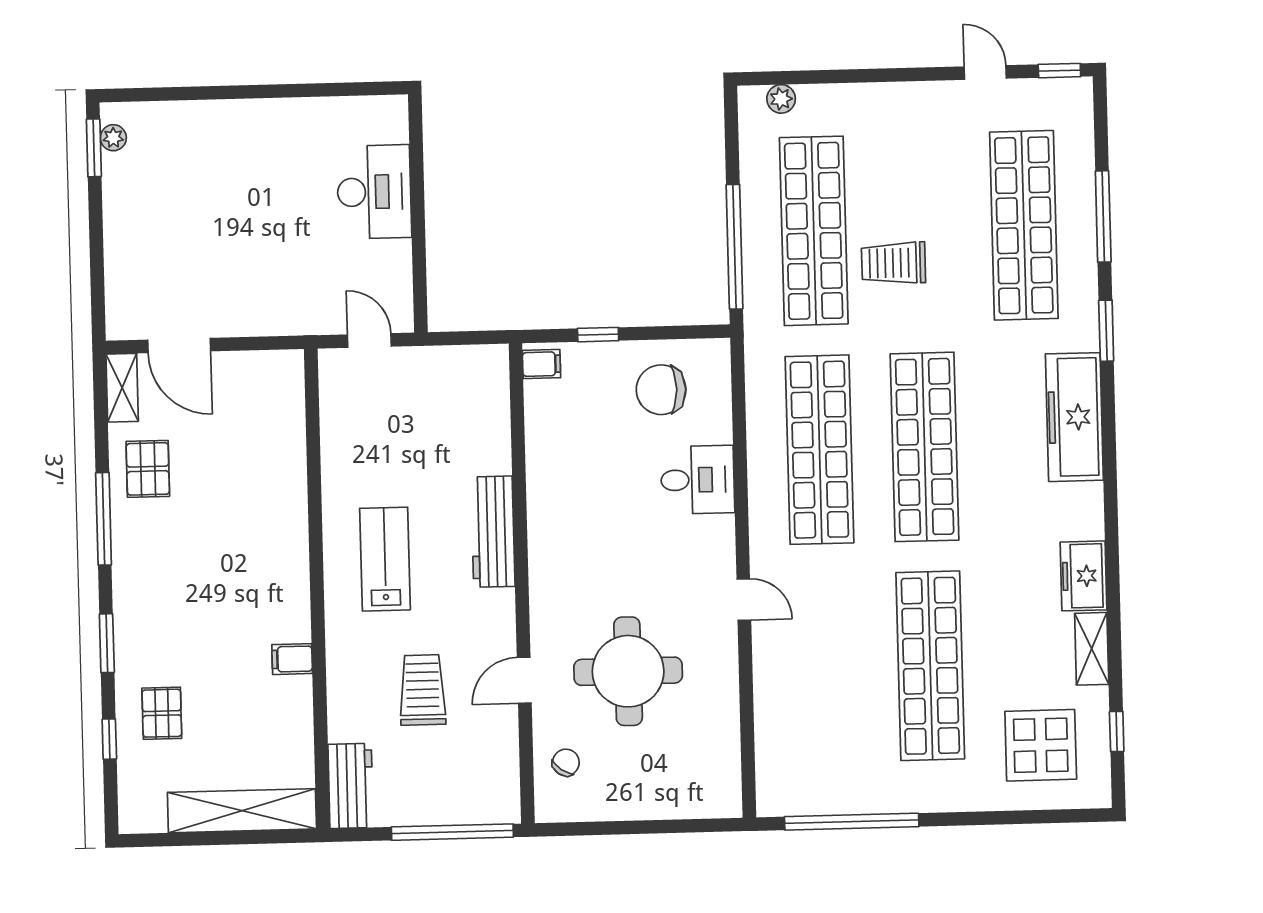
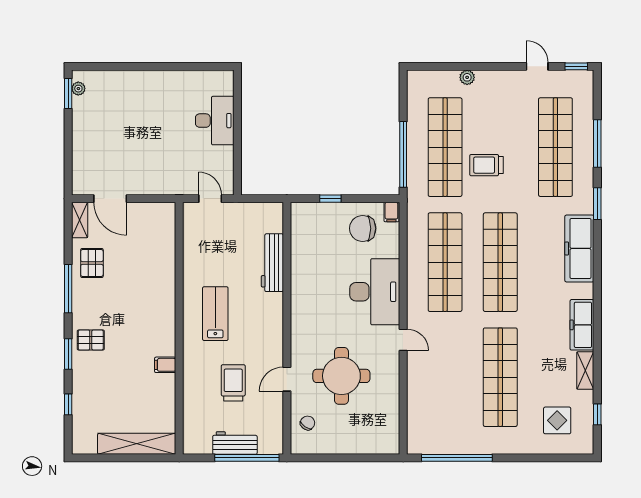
plant: (781, 99) -> (467, 77), moved
filing cabinet: (541, 364) -> (391, 212), moved, turned 90
desk: (698, 480) -> (375, 292), width x1.87, depth x1.30
workbench: (493, 532) -> (272, 263), moved
freezer: (1084, 576) -> (582, 325), width x1.40
pallet: (162, 713) -> (91, 340), moved, turned 90
display table: (1041, 745) -> (557, 420), width x0.73, depth x0.73
workbench: (351, 786) -> (235, 443), moved, turned -90

